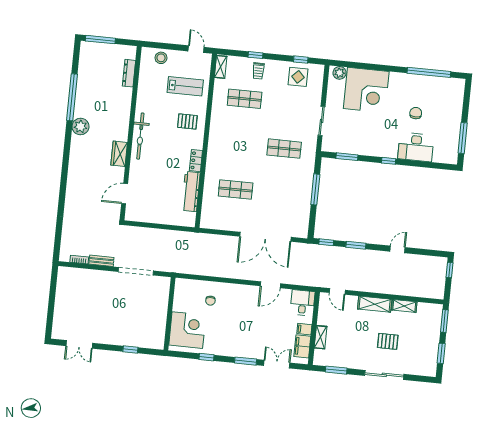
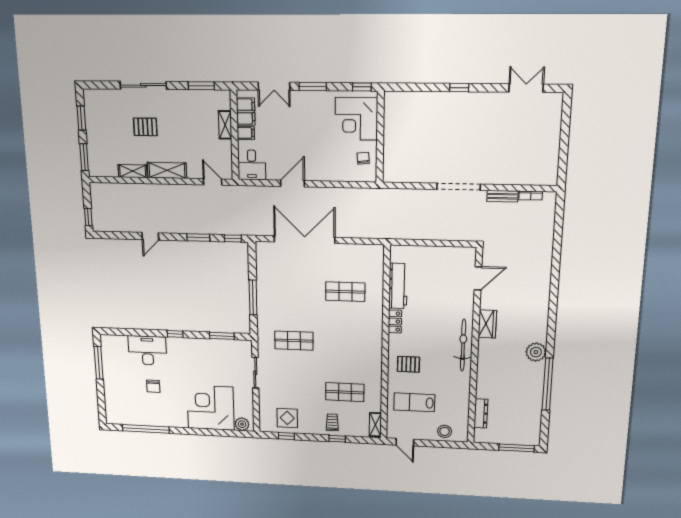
wall: (170, 314) -> (380, 137), moved
corner desk: (187, 330) -> (356, 119), moved

